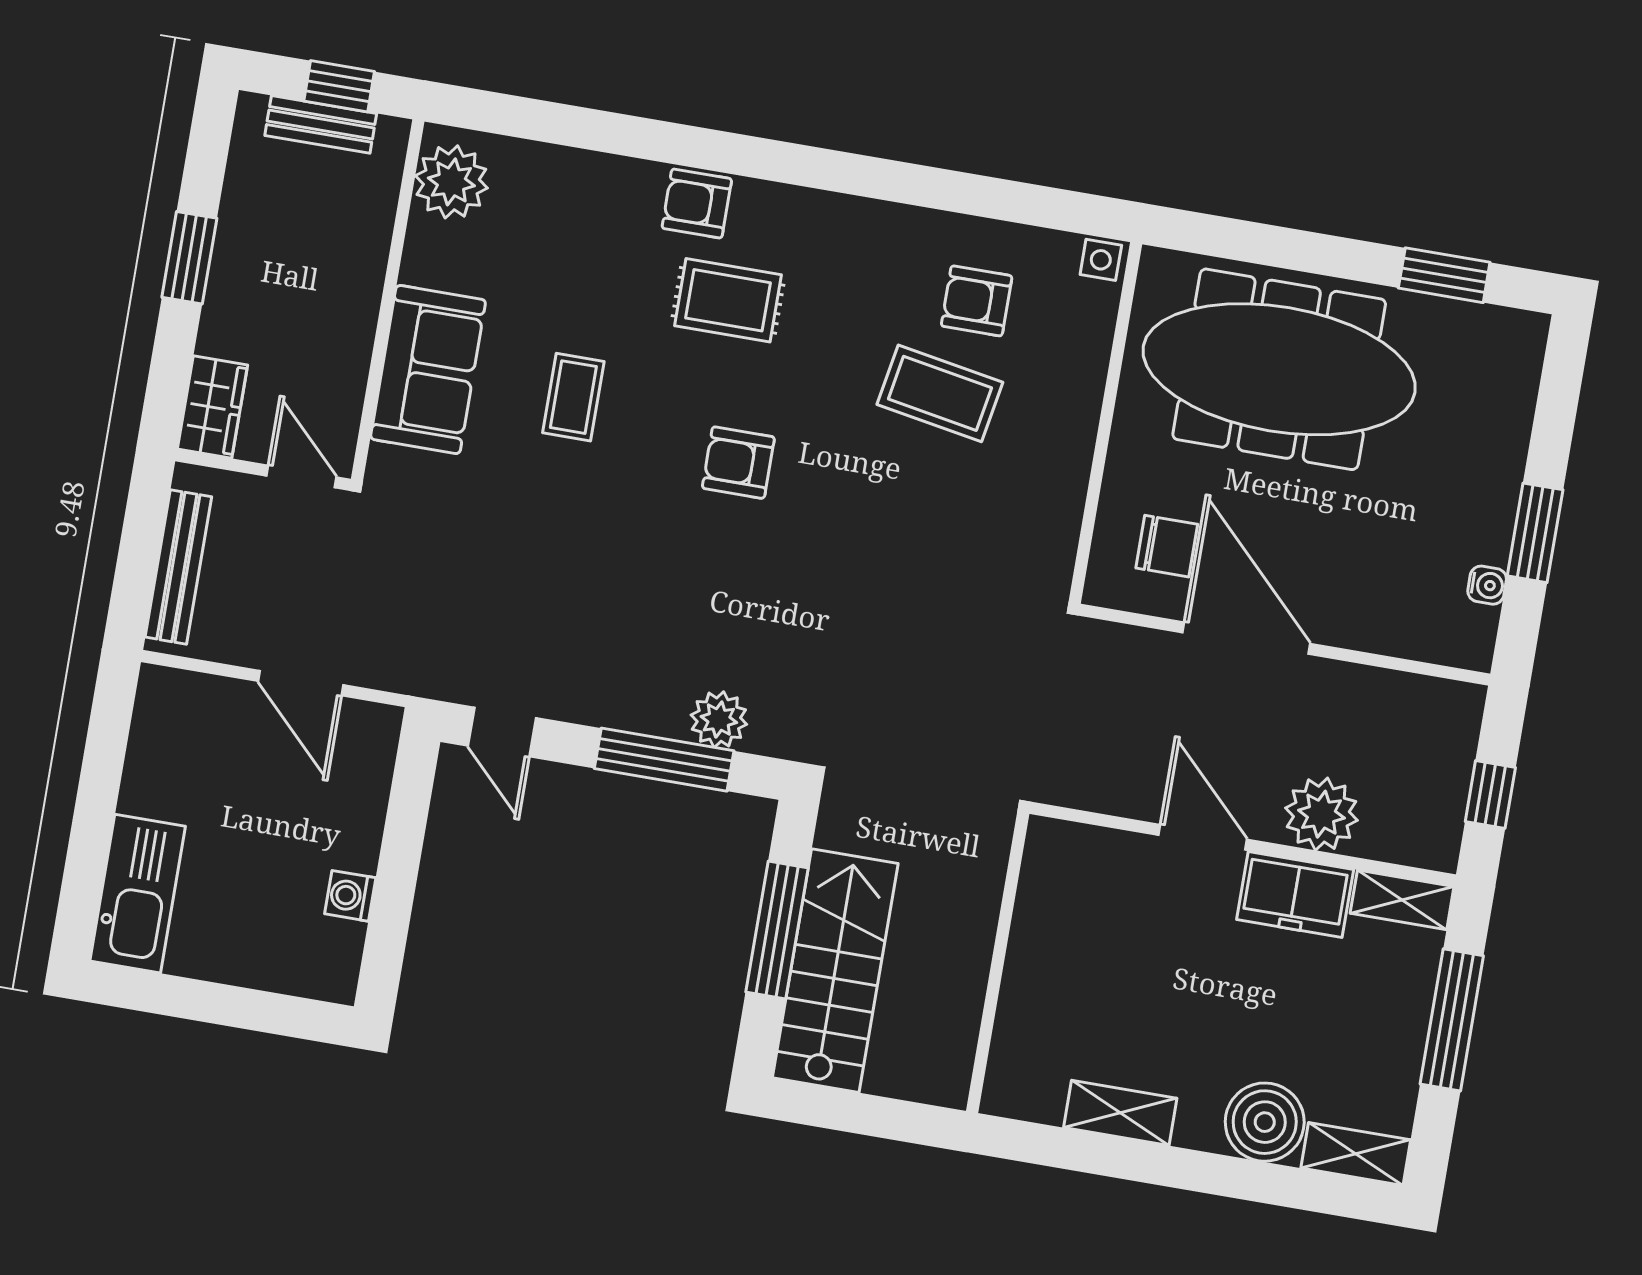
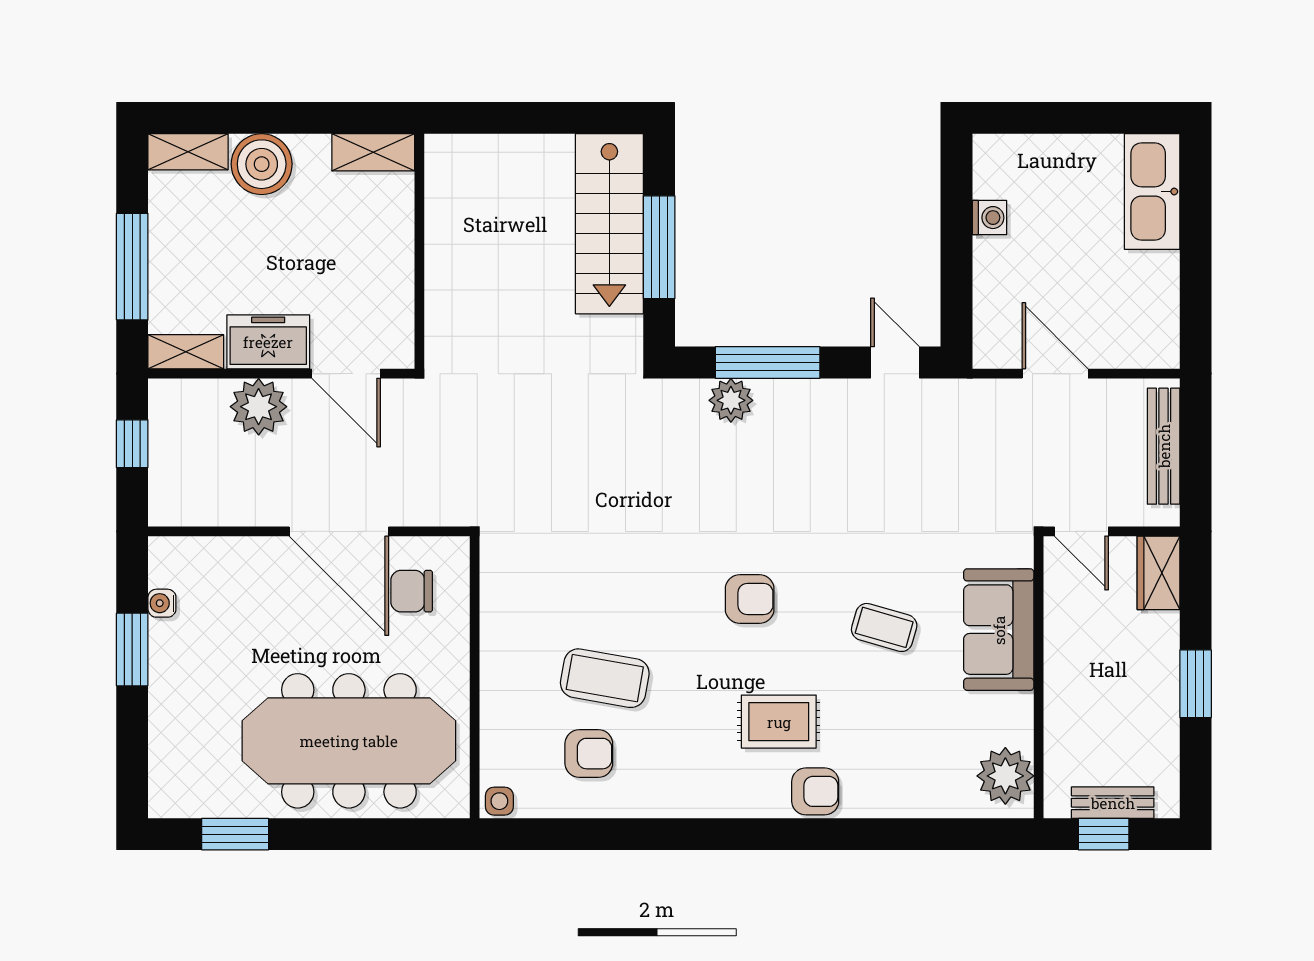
coffee table: (573, 397) -> (884, 627), turned -74
wall: (998, 962) -> (419, 251), moved

